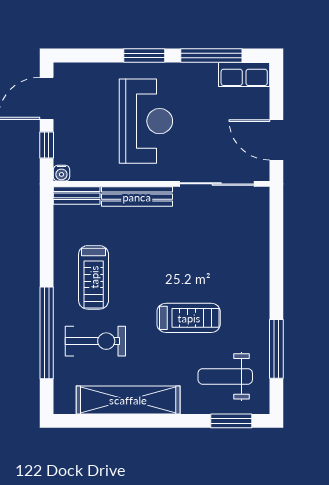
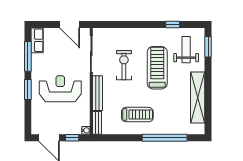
door: (276, 140) -> (70, 24), hinge flipped
treadmill: (189, 318) -> (157, 68), width x1.37, depth x1.38
exercise bike: (95, 341) -> (124, 65), moved
window: (276, 349) -> (173, 24), width x0.46
weight bench: (225, 376) -> (186, 50), turned 180

